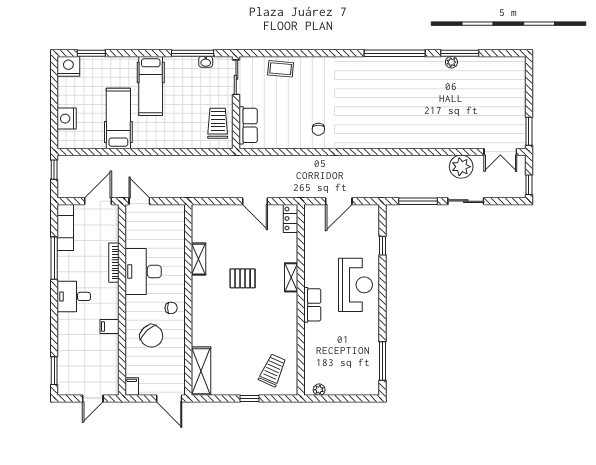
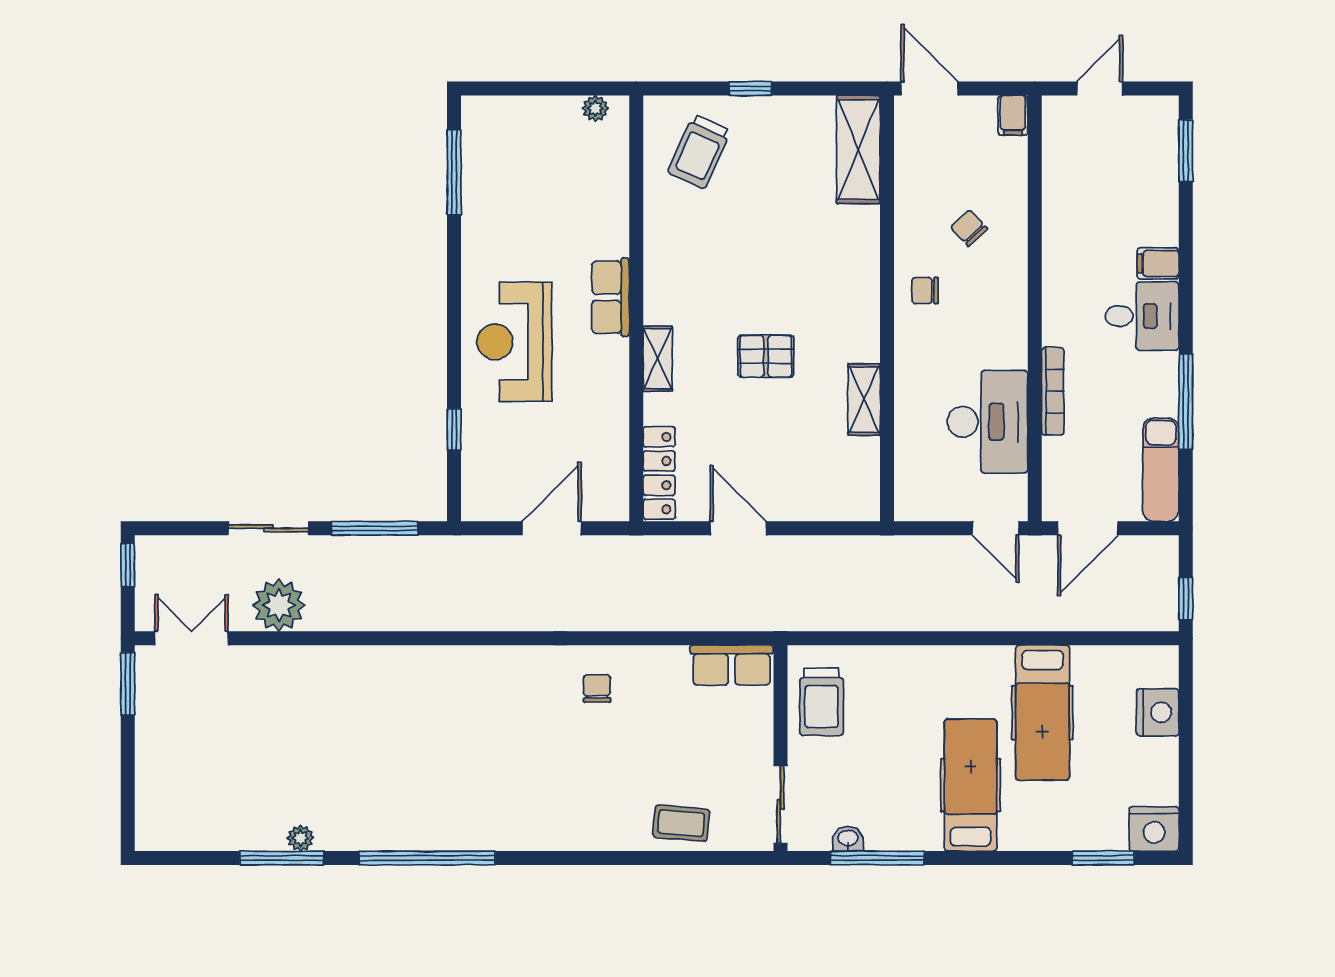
row of seats: (248, 125) -> (732, 665), moved, turned -90
locker: (291, 218) -> (659, 473), width x1.53
desk: (143, 272) -> (987, 422), moved
filing cabinet: (109, 326) -> (1158, 263), moved, turned 180
chair: (151, 336) -> (969, 228), width x0.54, depth x0.54

